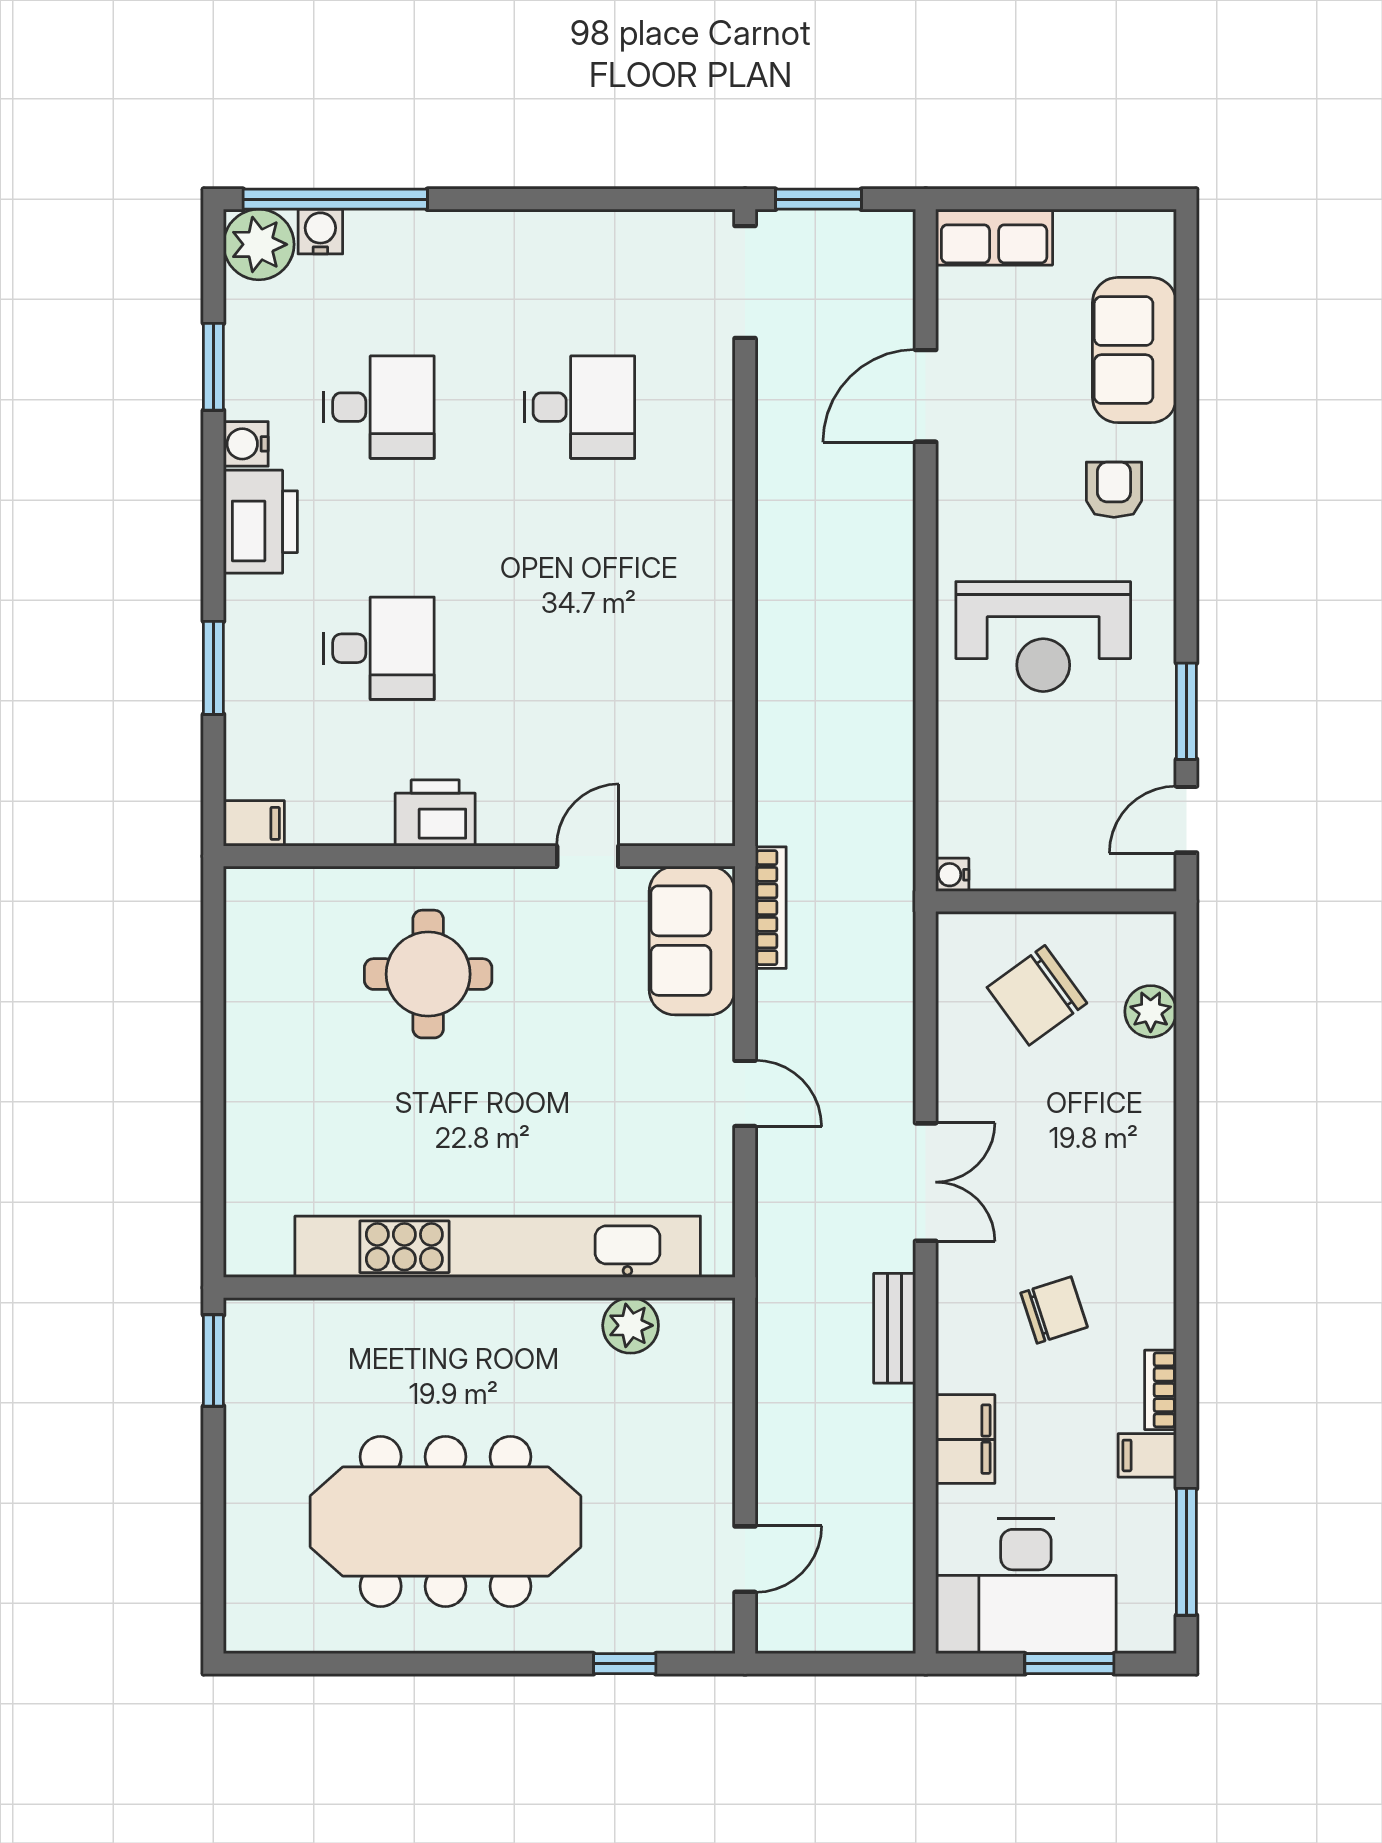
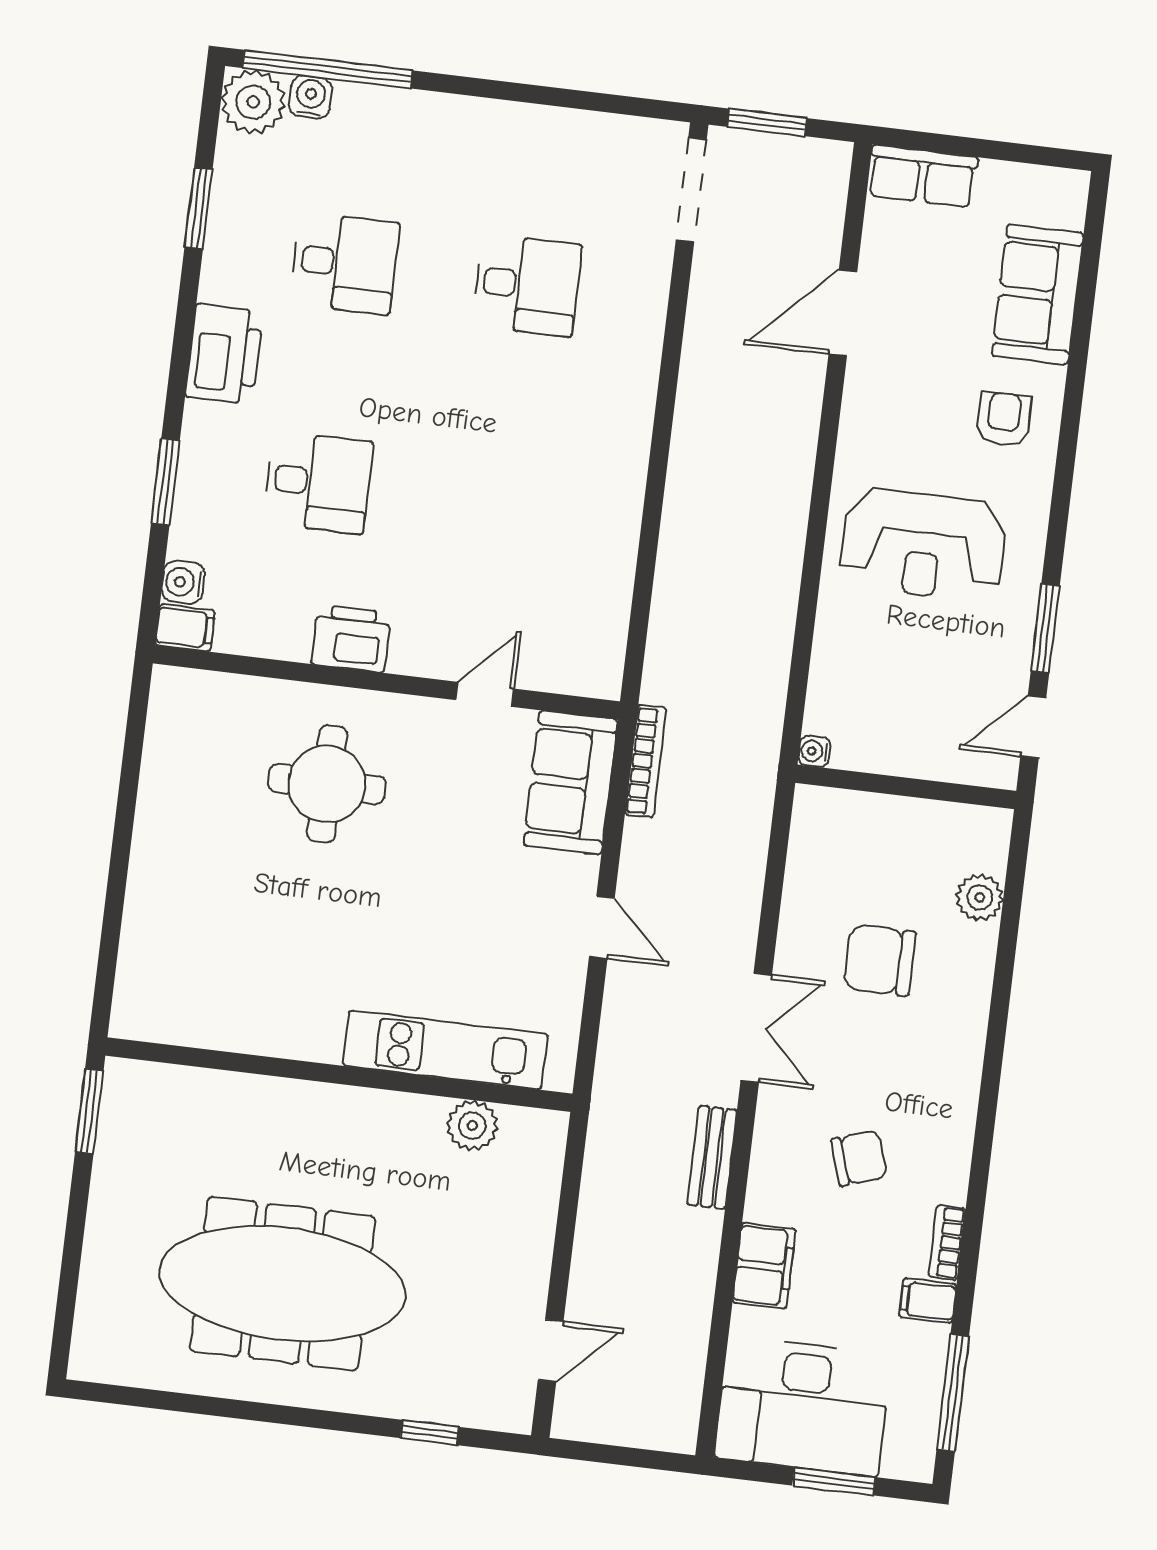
water cooler: (246, 444) -> (183, 582), moved
chair: (1037, 995) -> (880, 960), moved, turned 36
kitchen unit: (498, 1247) -> (445, 1050), width x0.54

